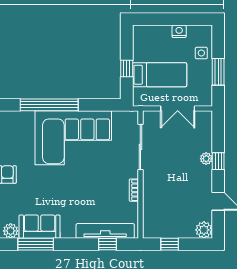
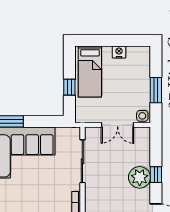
side table: (201, 53) -> (142, 116), moved
bed: (160, 75) -> (90, 72), moved, turned 90
plant: (206, 159) -> (140, 177), width x1.88, depth x1.88

